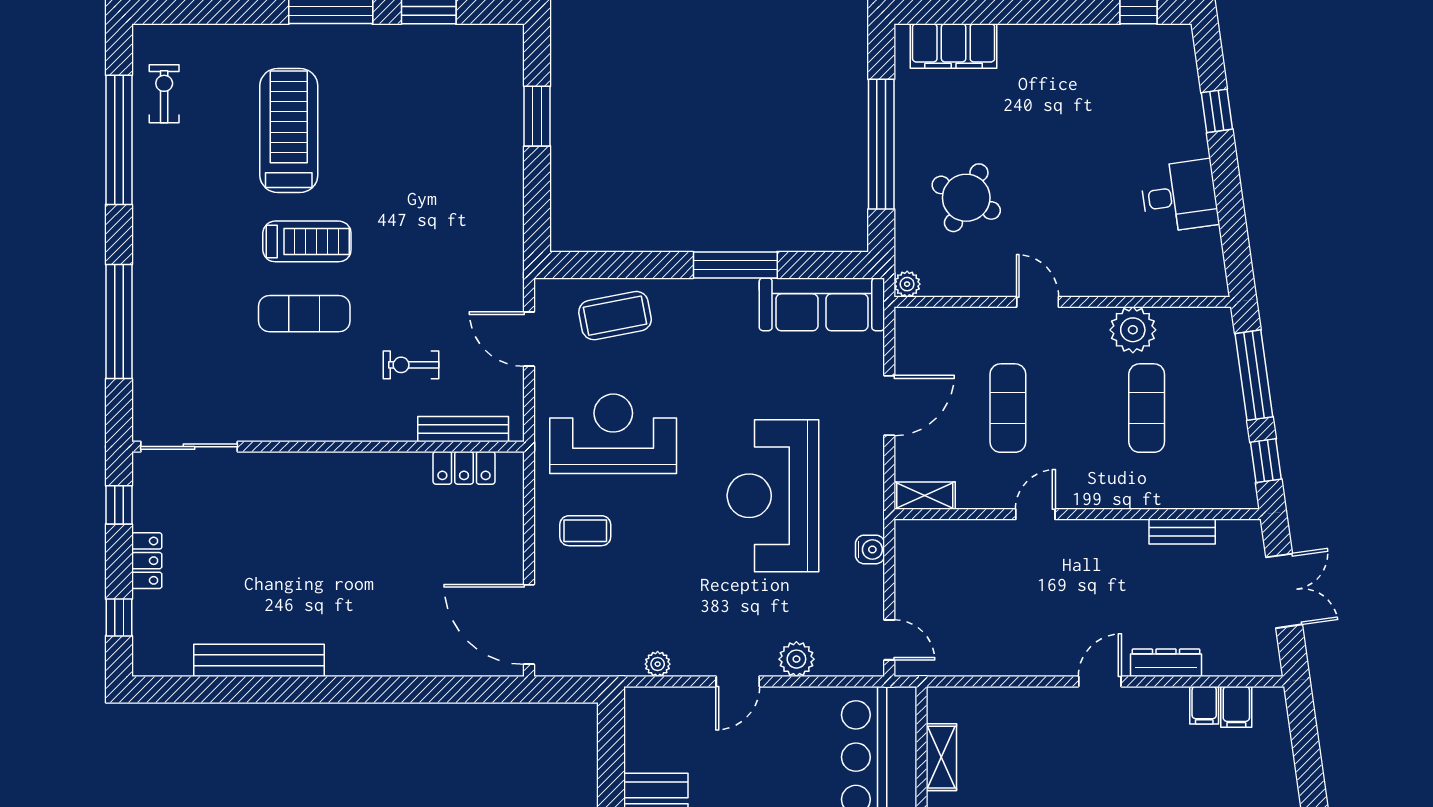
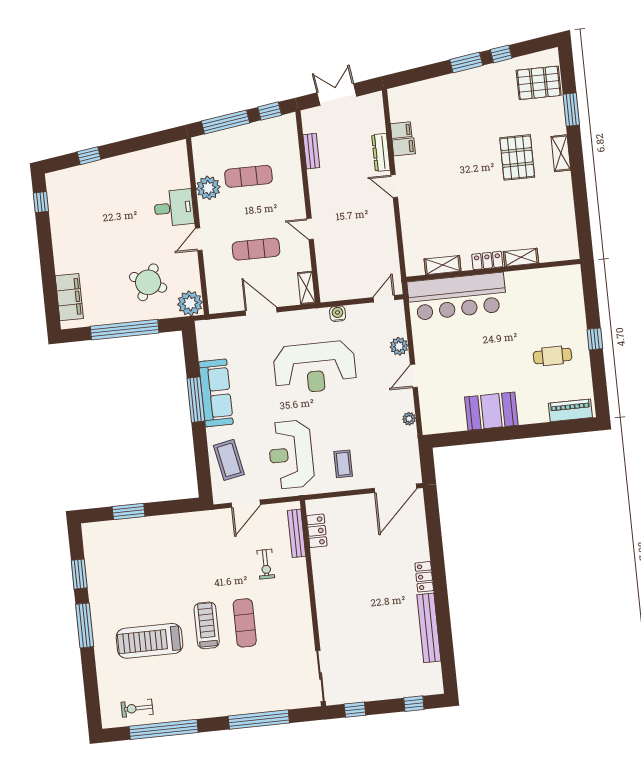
desk: (1179, 196) -> (174, 208), moved, turned 98
plant: (907, 284) -> (190, 303), width x1.87, depth x1.87
sofa: (822, 304) -> (216, 393), moved
locker: (147, 561) -> (424, 577), moved, turned -90
door: (738, 681) -> (414, 376), swing flipped
filing cabinet: (1236, 707) -> (404, 147), moved

